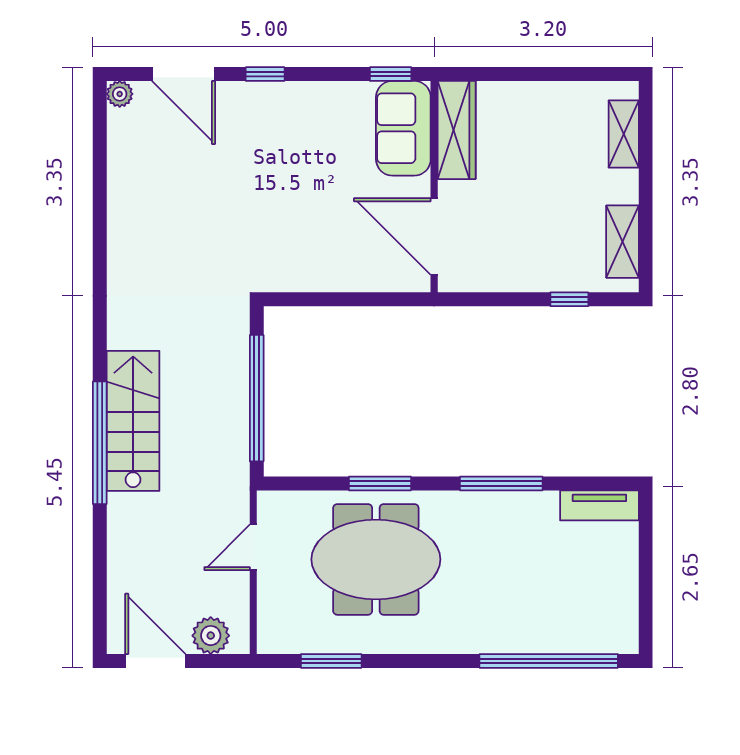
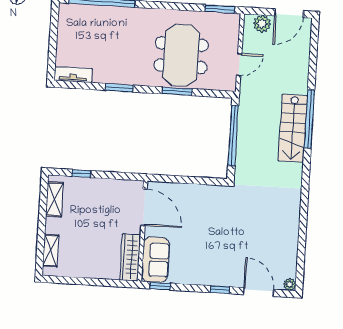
window: (501, 484) -> (119, 88), width x0.69
meeting table: (376, 559) -> (181, 55), turned 90
door: (155, 661) -> (289, 13), hinge flipped
window: (331, 661) -> (220, 9), moved

